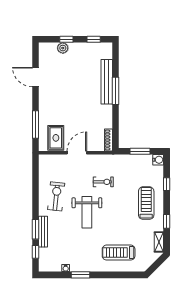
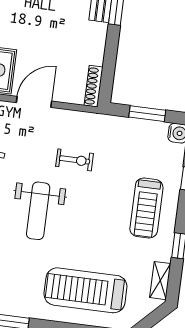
treadmill: (146, 203) -> (146, 208), turned 180
treadmill: (119, 253) -> (85, 290), width x1.37, depth x1.37

